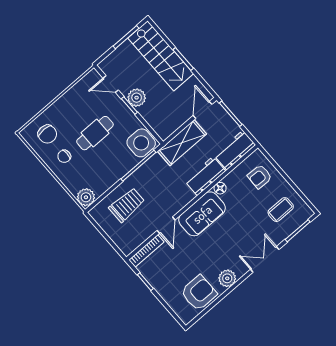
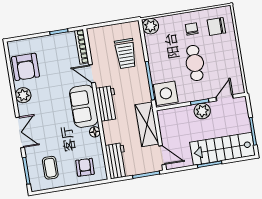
workbench: (205, 176) -> (107, 103), moved

